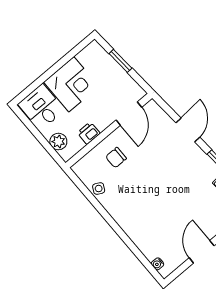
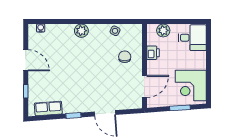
corner desk: (71, 84) -> (191, 86), moved
door: (129, 114) -> (144, 86), swing flipped
plant: (126, 222) -> (81, 31), added

